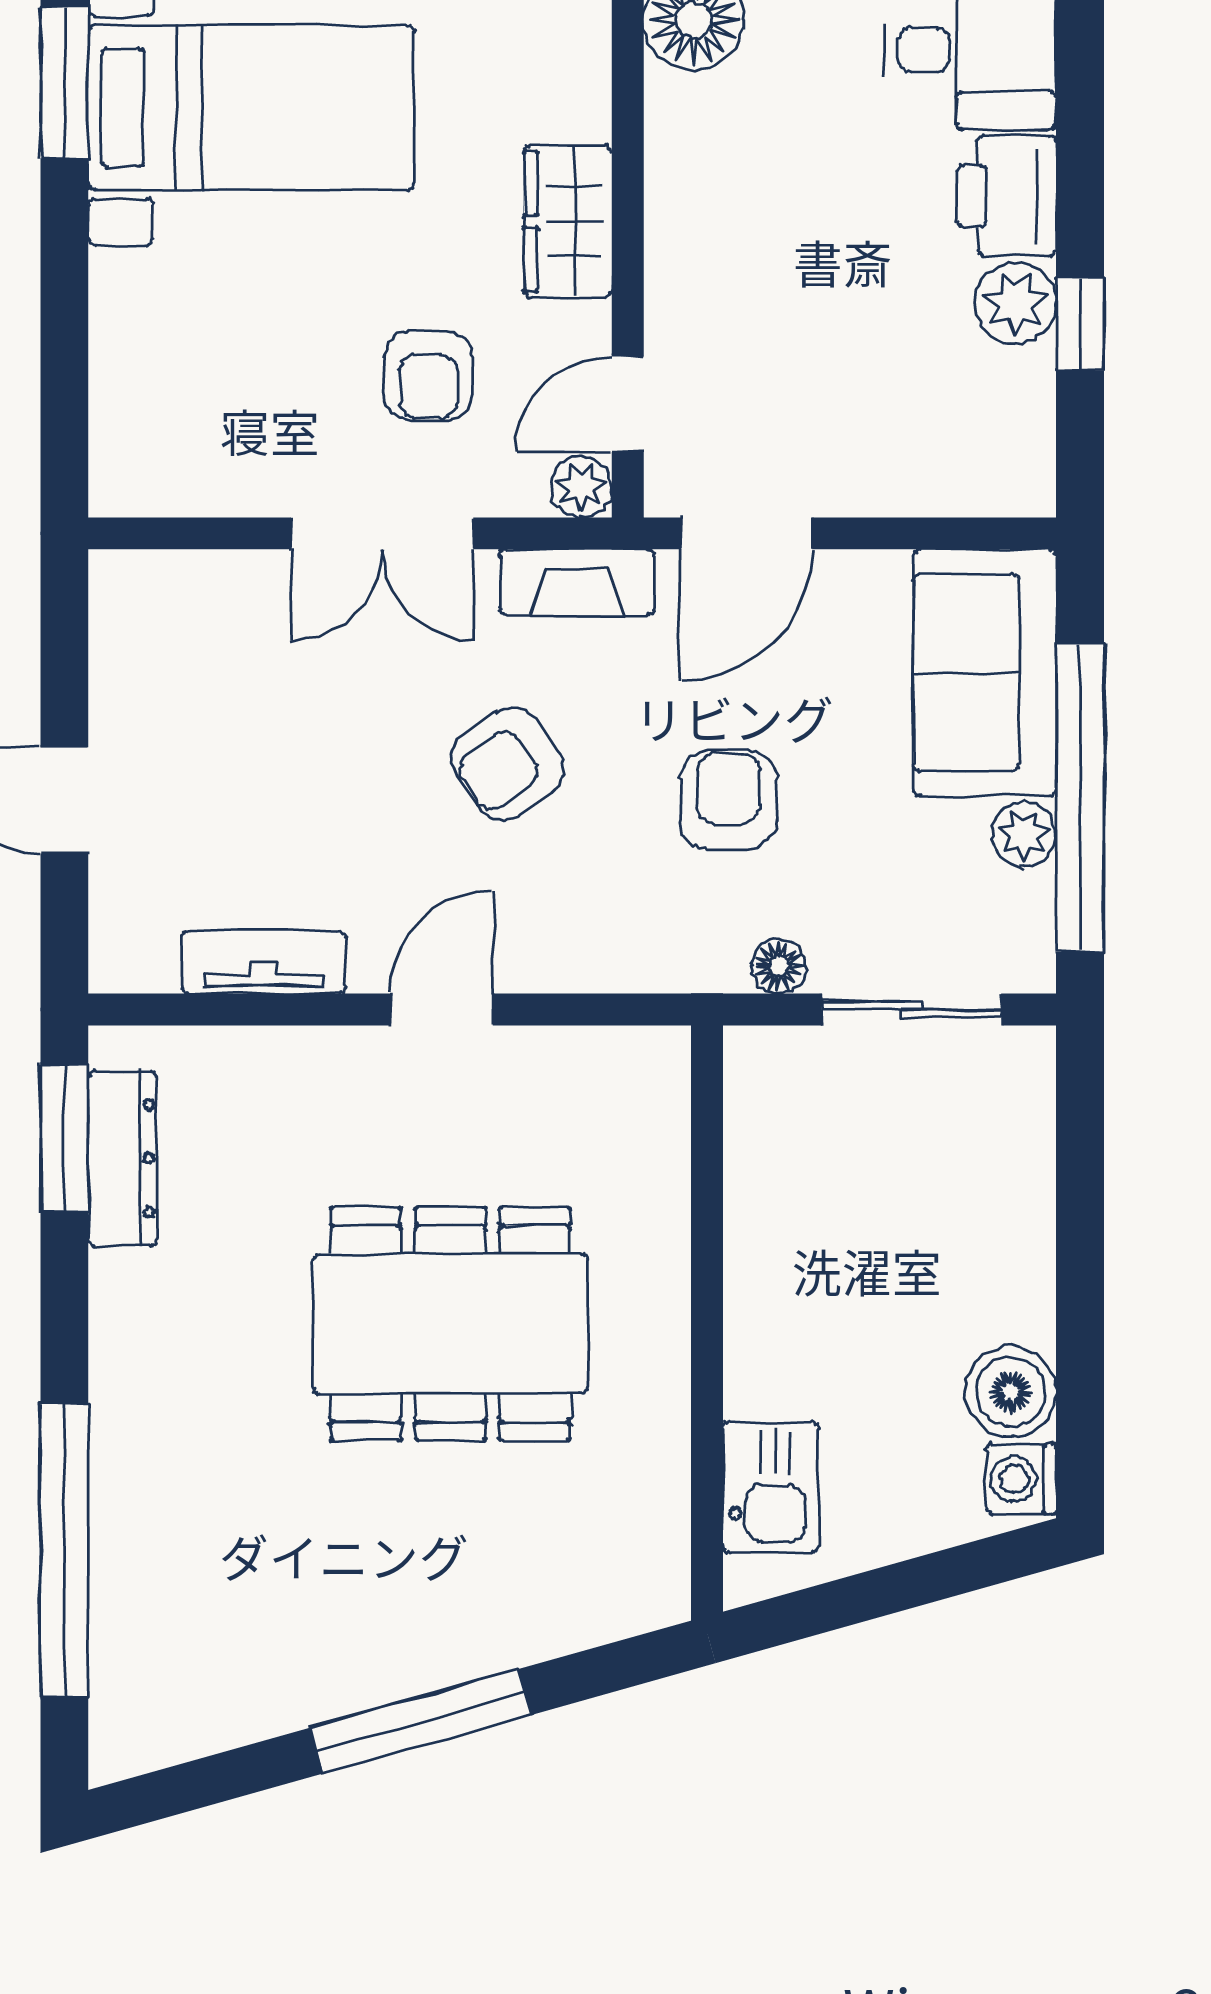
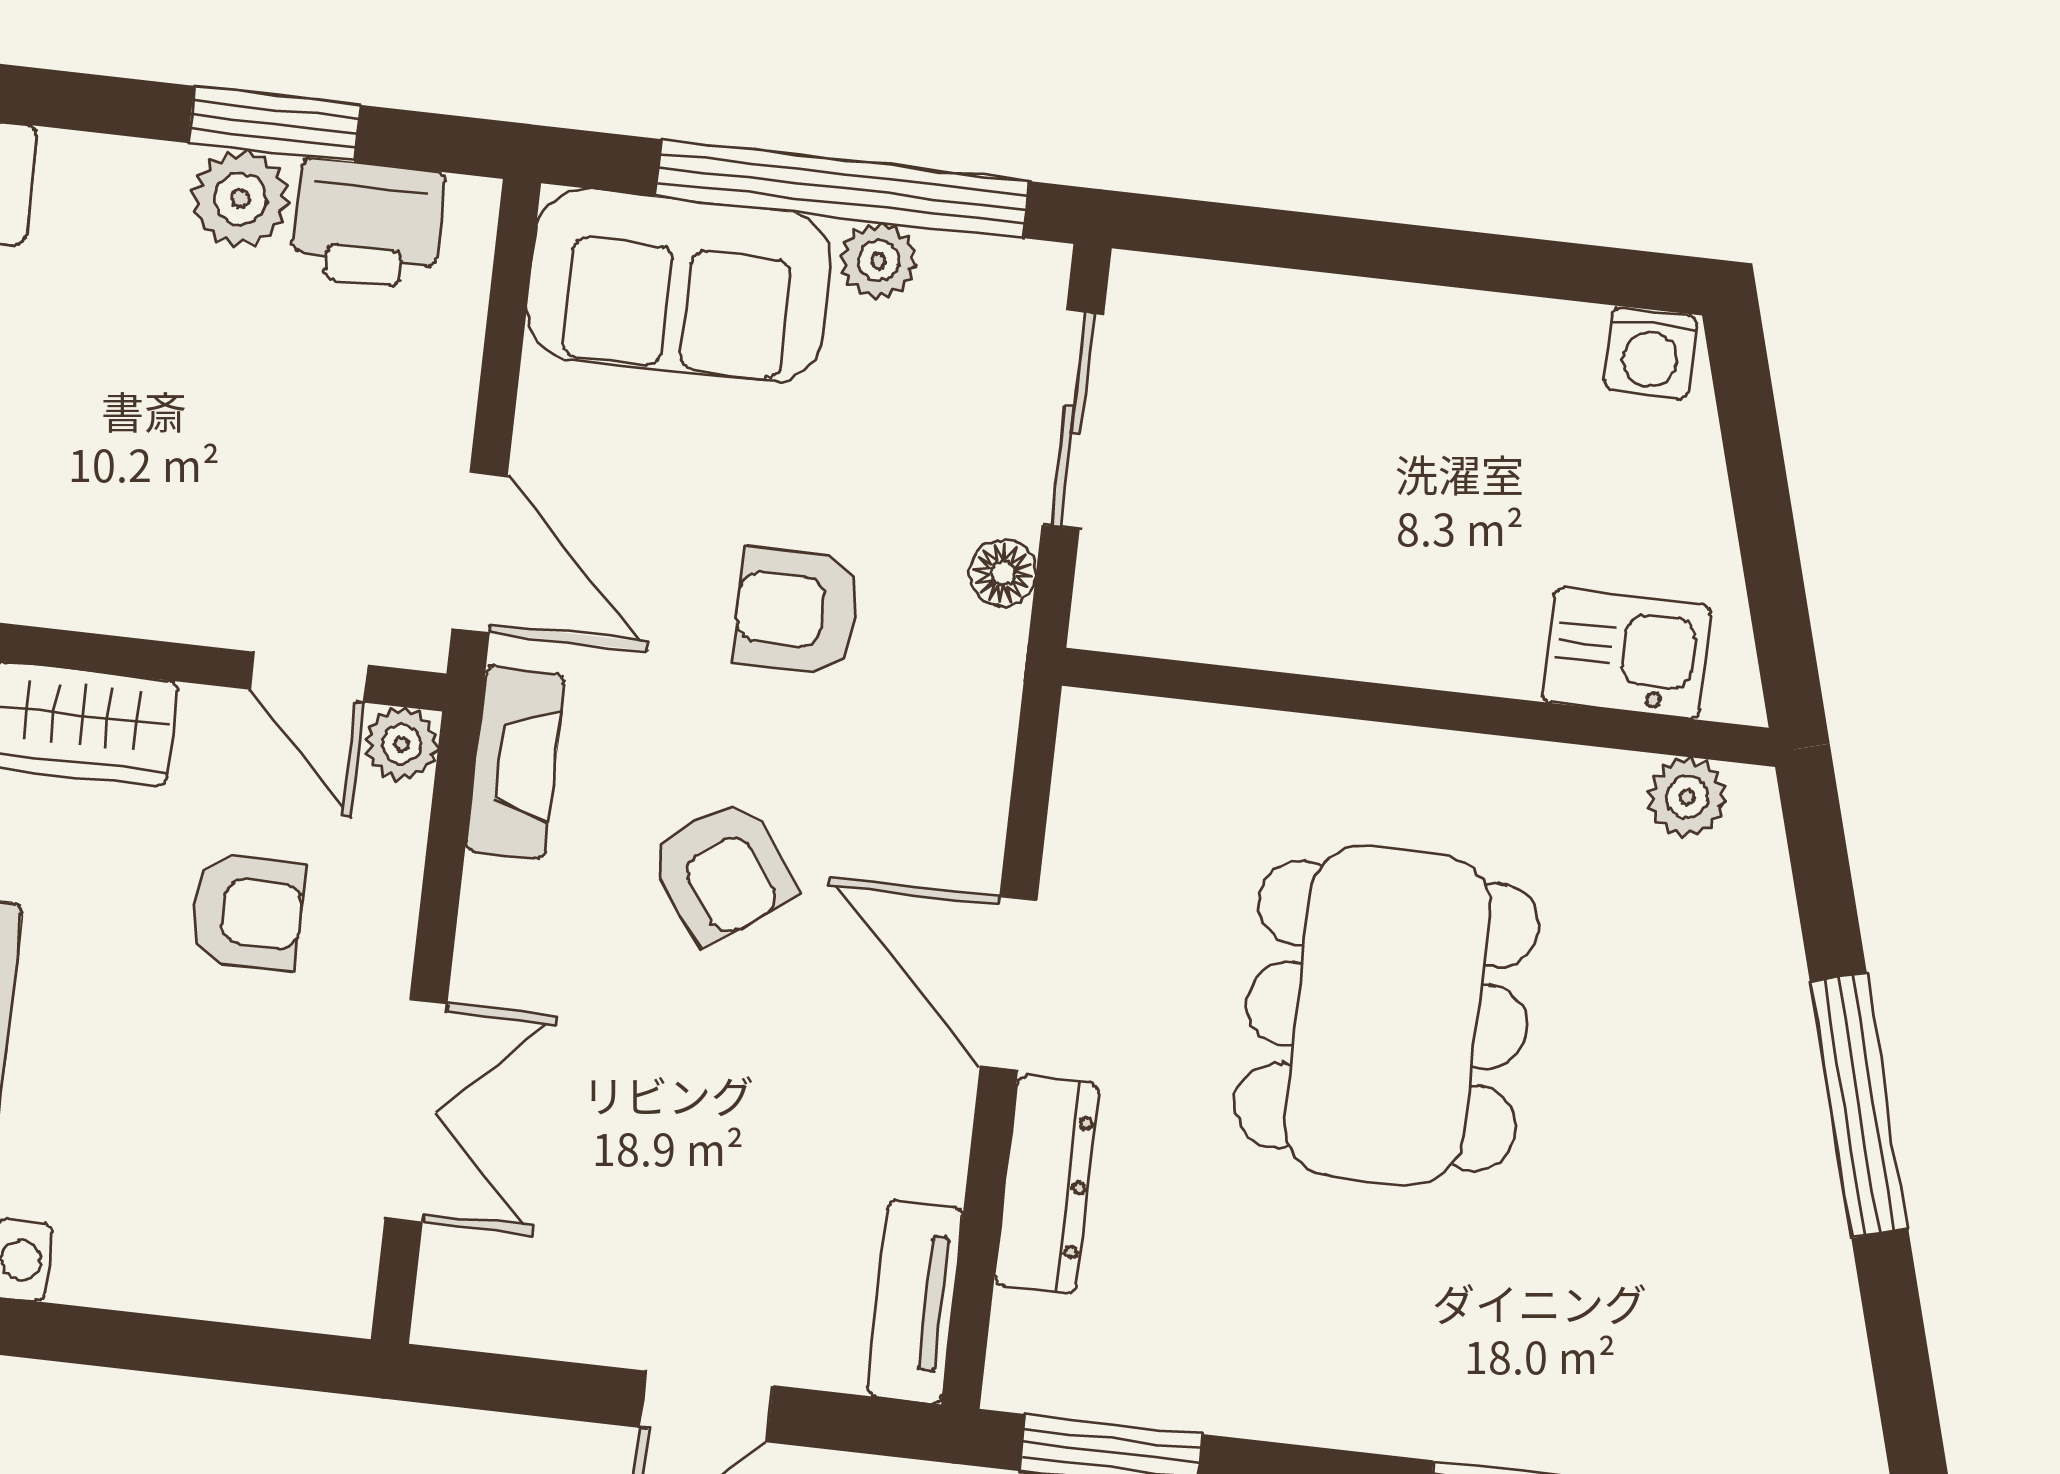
printer: (1007, 196) -> (368, 224), moved
window: (1080, 324) -> (274, 124), width x1.50
double door: (382, 533) -> (416, 1111), moved
tv unit: (264, 962) -> (915, 1302), moved
door: (441, 1009) -> (1009, 983), width x1.38
dresser: (122, 1158) -> (1047, 1184), moved, turned 90
boiler: (1011, 1392) -> (1545, 353), removed
plant: (658, 1551) -> (1687, 797), added

